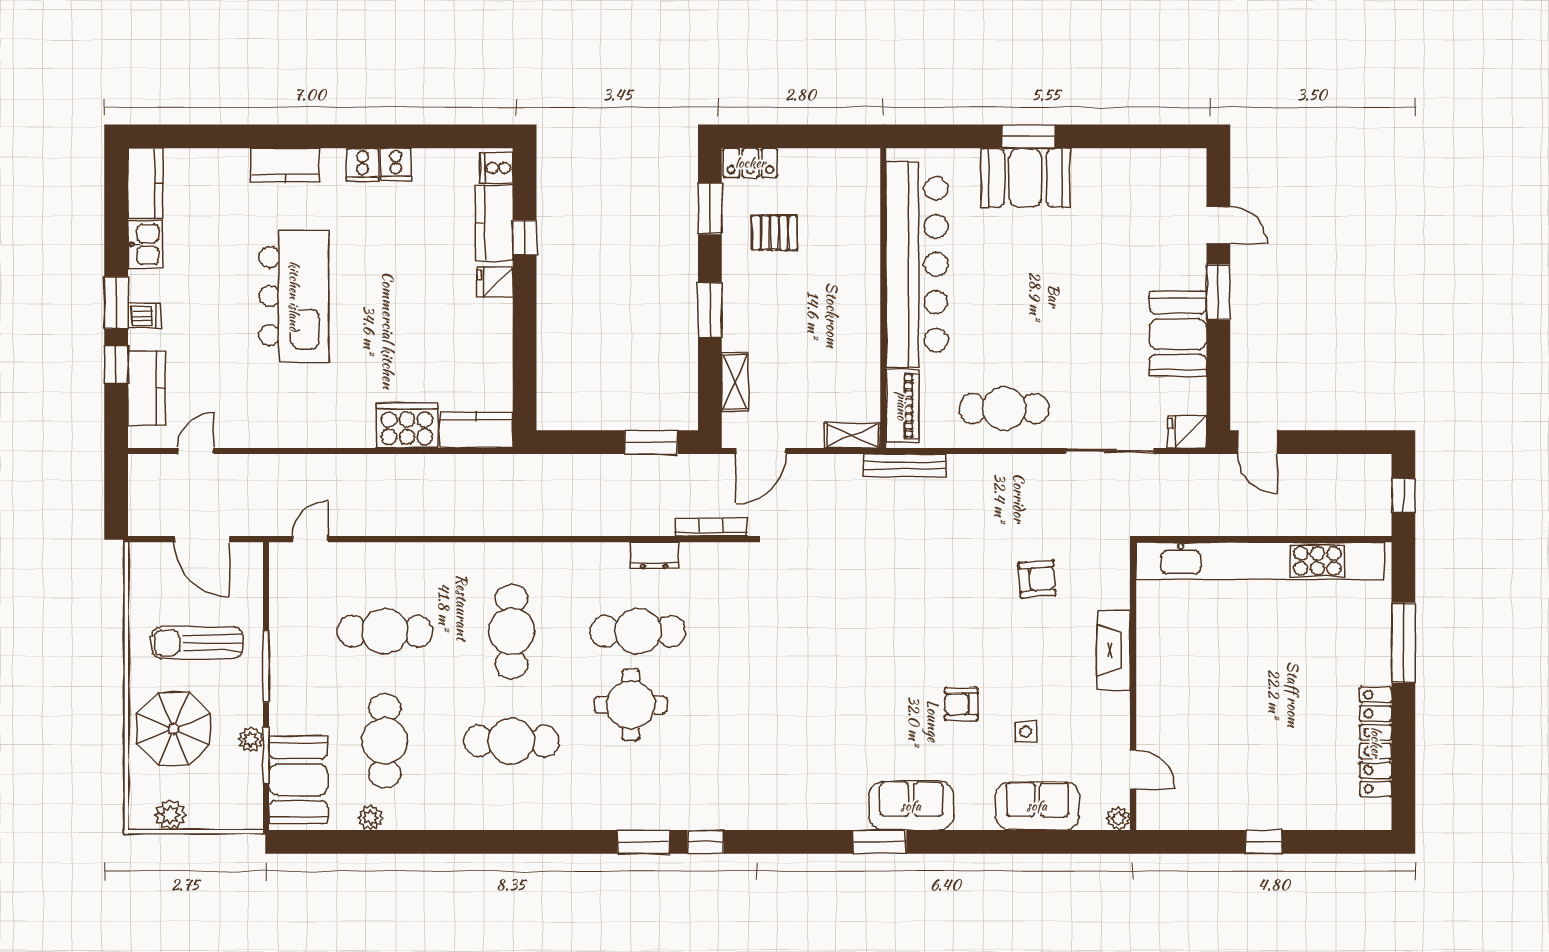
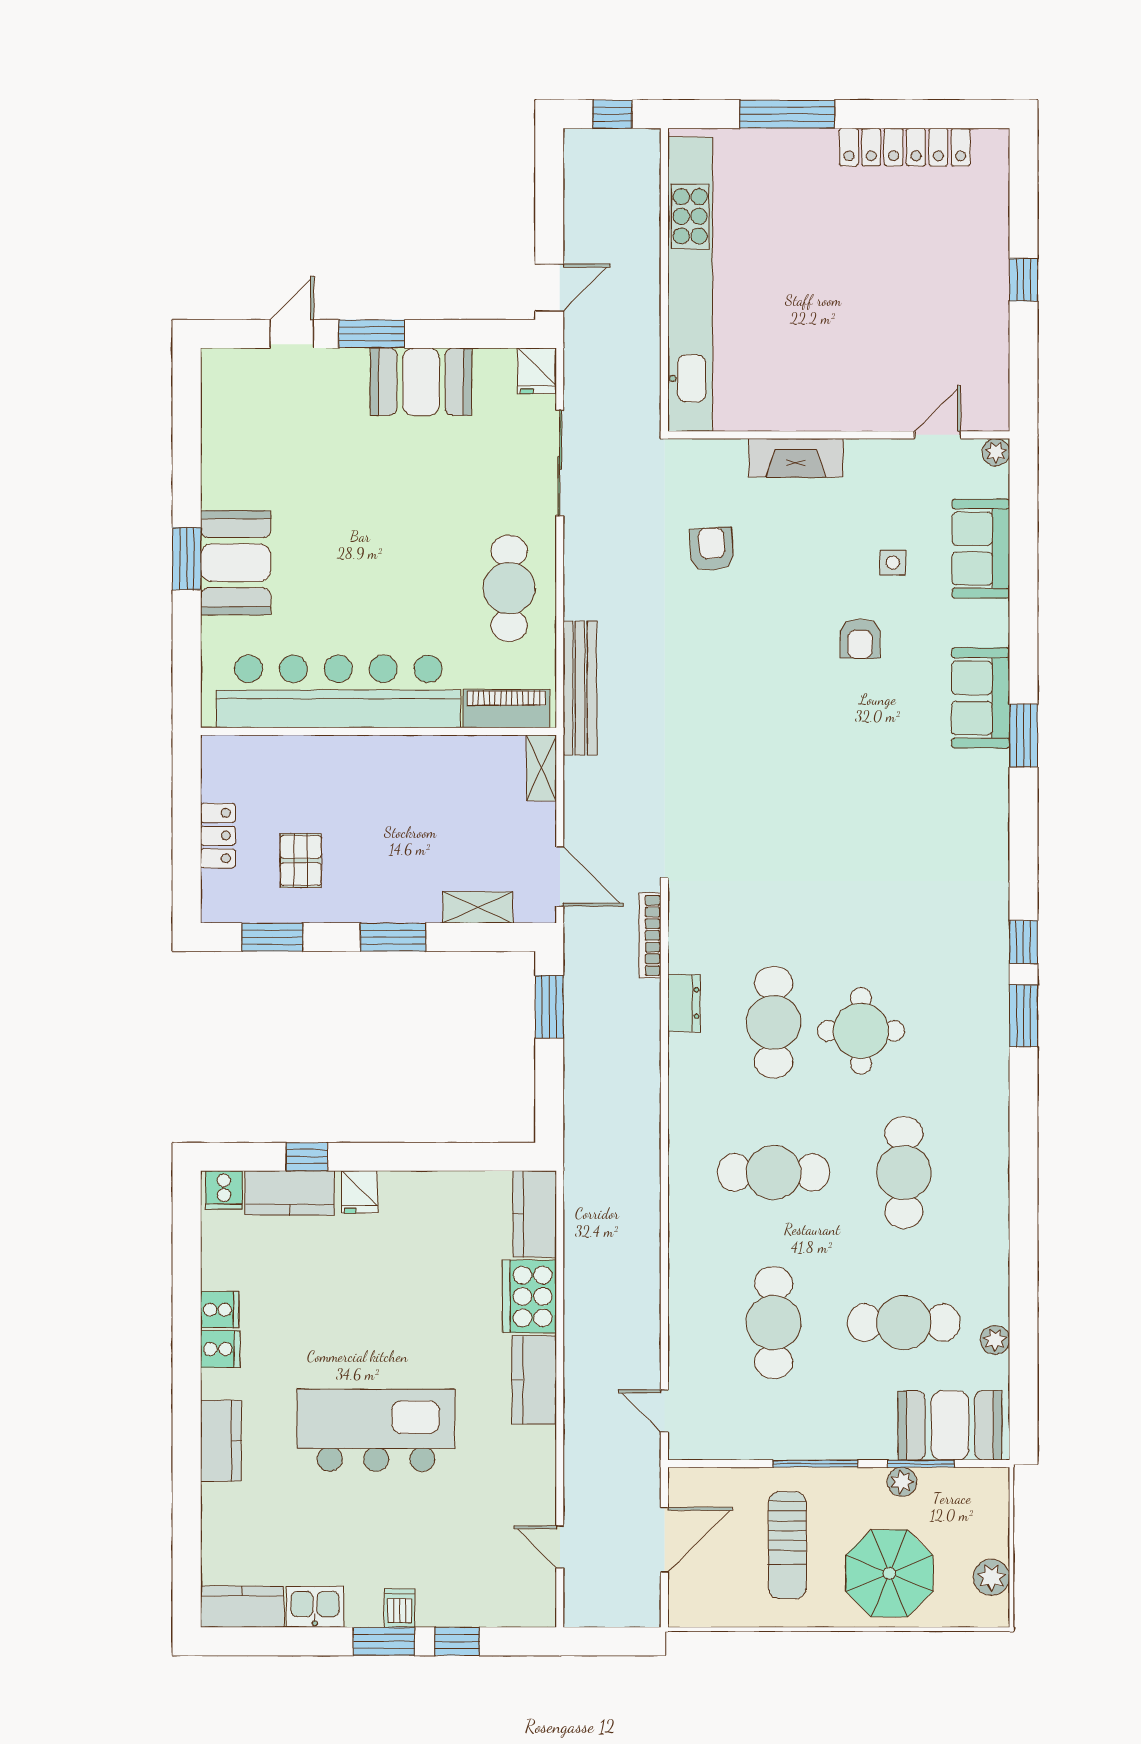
locker: (750, 163) -> (218, 836), moved
kitchen counter: (147, 388) -> (534, 1380), moved, turned -90
bench: (905, 466) -> (580, 688), width x1.37, depth x1.21

